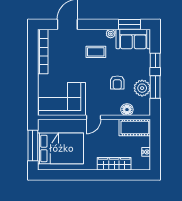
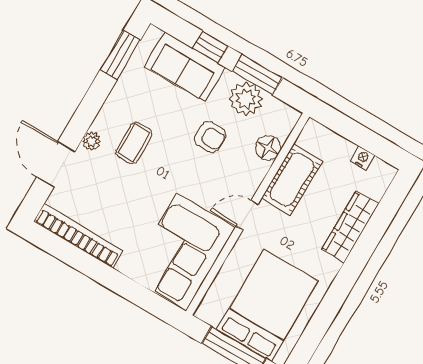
plant: (111, 34) -> (92, 141), moved
sofa: (133, 39) -> (185, 67), moved, turned 90
door: (93, 117) -> (247, 215), swing flipped
cot: (135, 128) -> (292, 180), moved

